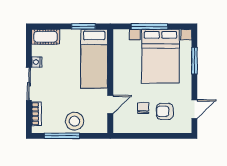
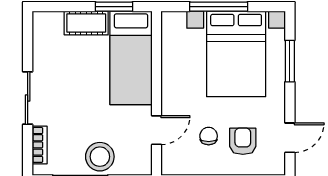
cot: (46, 37) -> (86, 23), moved
nightstand: (37, 62) -> (40, 63), removed
armchair: (165, 111) -> (243, 141), turned 90

